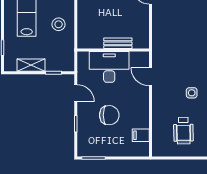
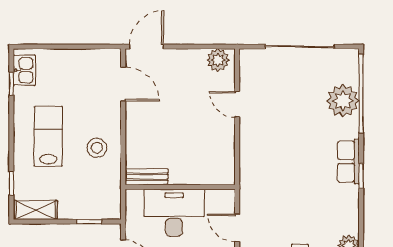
bench: (118, 43) -> (147, 177), moved
shelving: (31, 65) -> (36, 210), moved

